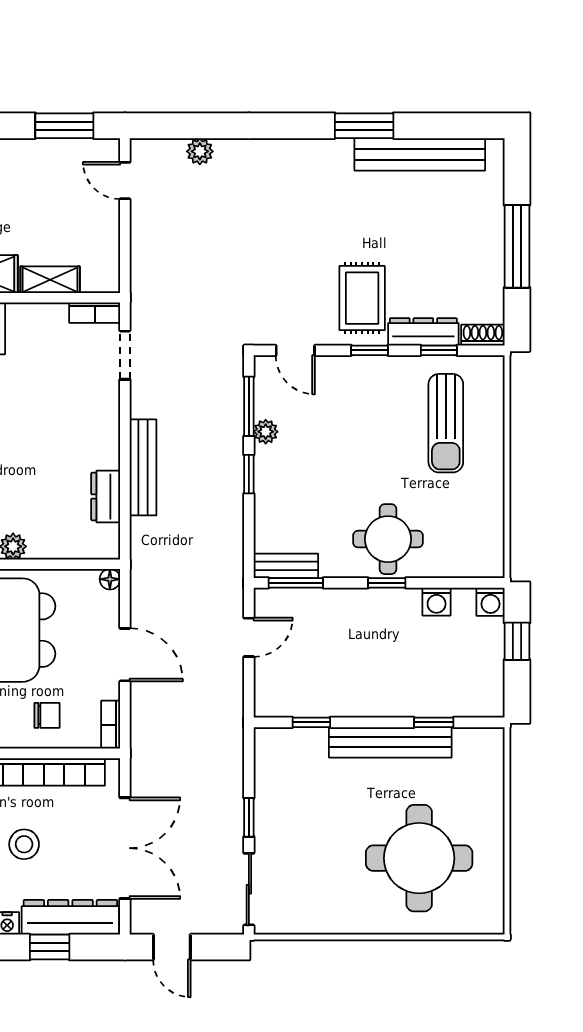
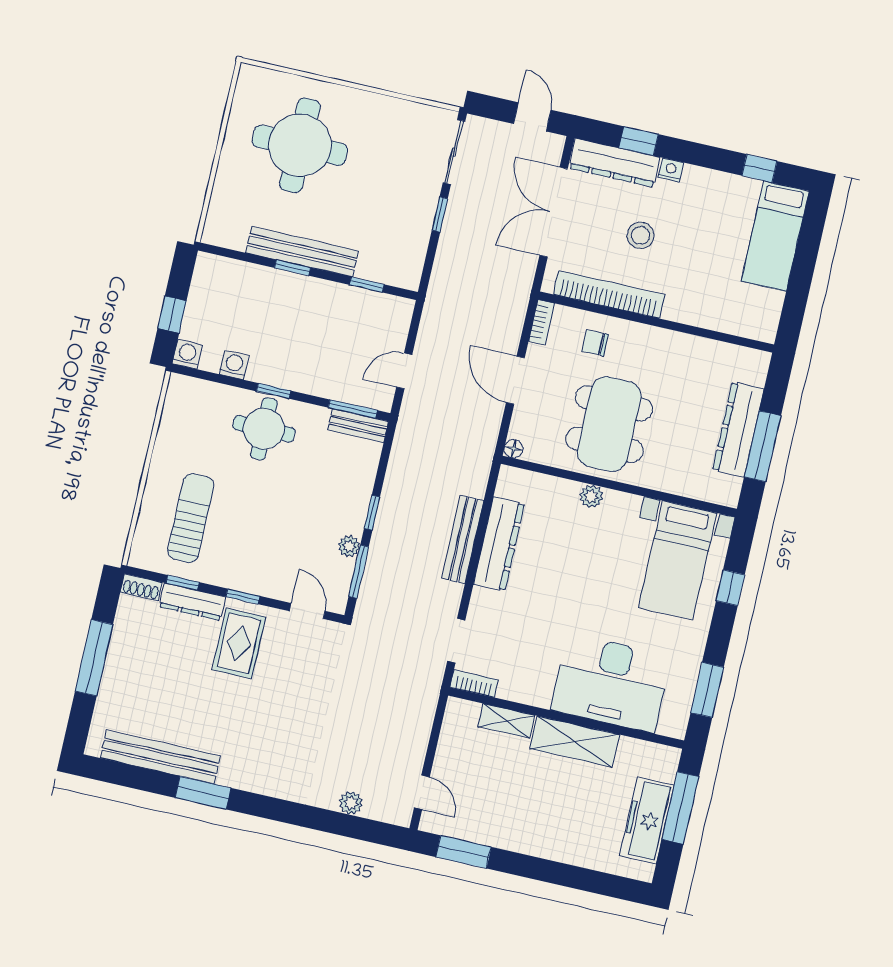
dresser: (106, 497) -> (499, 544), width x1.96, depth x1.24
window: (434, 722) -> (292, 268), moved

